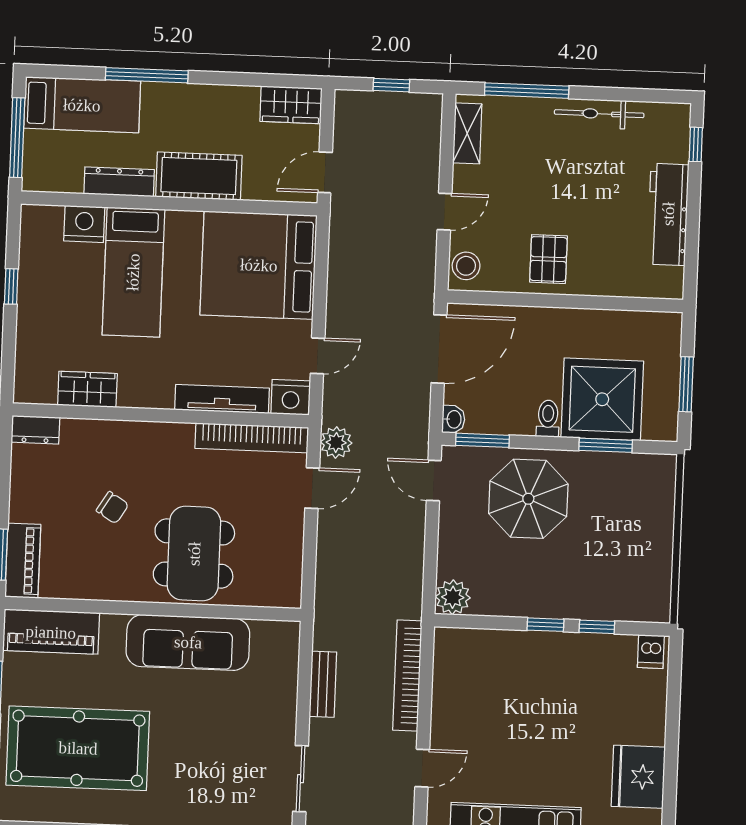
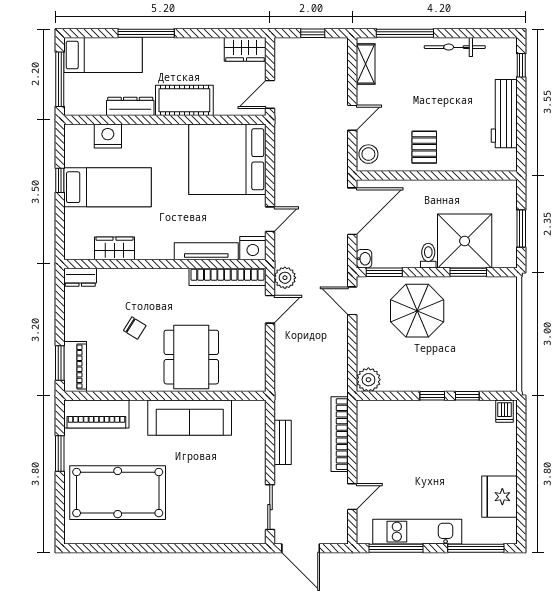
bed: (133, 272) -> (107, 187), moved, turned -90

